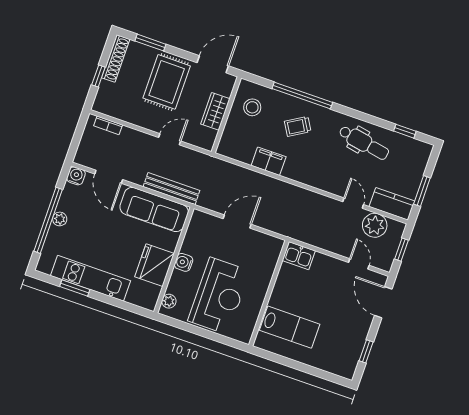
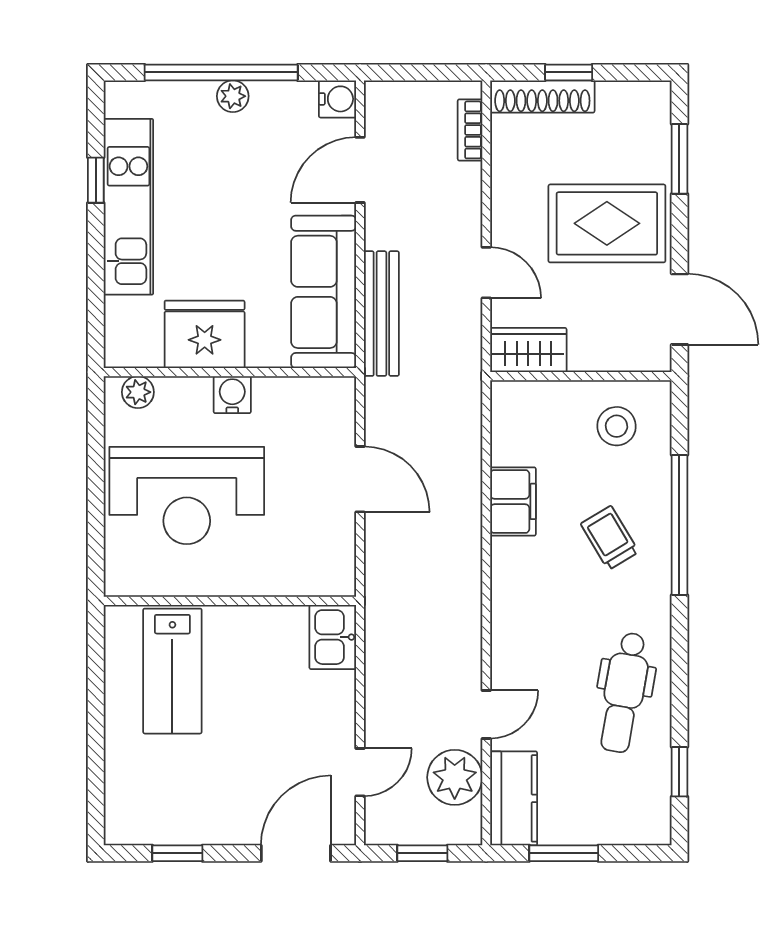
shoe rack: (116, 58) -> (542, 96), moved
wardrobe: (215, 111) -> (528, 350), moved
window: (75, 288) -> (96, 180), width x0.67

